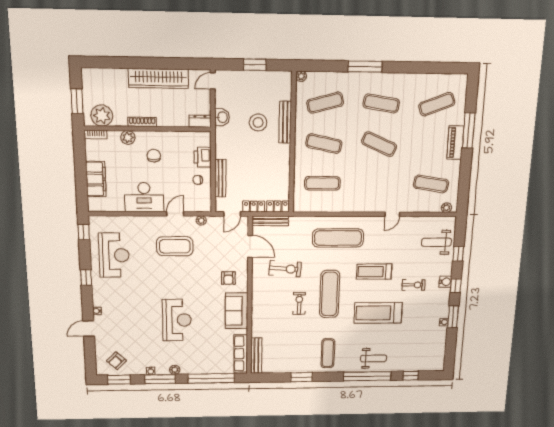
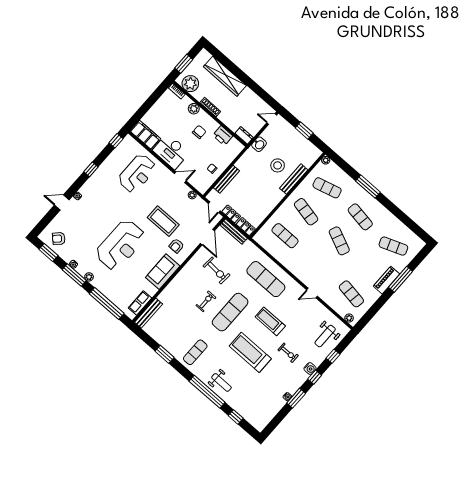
wardrobe: (158, 78) -> (225, 76), moved
printer: (203, 157) -> (223, 136), moved, turned -90
filing cabinet: (96, 179) -> (145, 135), moved, turned -90
door: (232, 214) -> (214, 207), hinge flipped
weight bench: (436, 242) -> (325, 336), turned -90
coffee table: (175, 246) -> (163, 221), moved
reception desk: (114, 255) -> (137, 173), moved
reception desk: (177, 320) -> (120, 245), width x1.36, depth x1.30
row of seats: (241, 354) -> (140, 303), width x0.68

